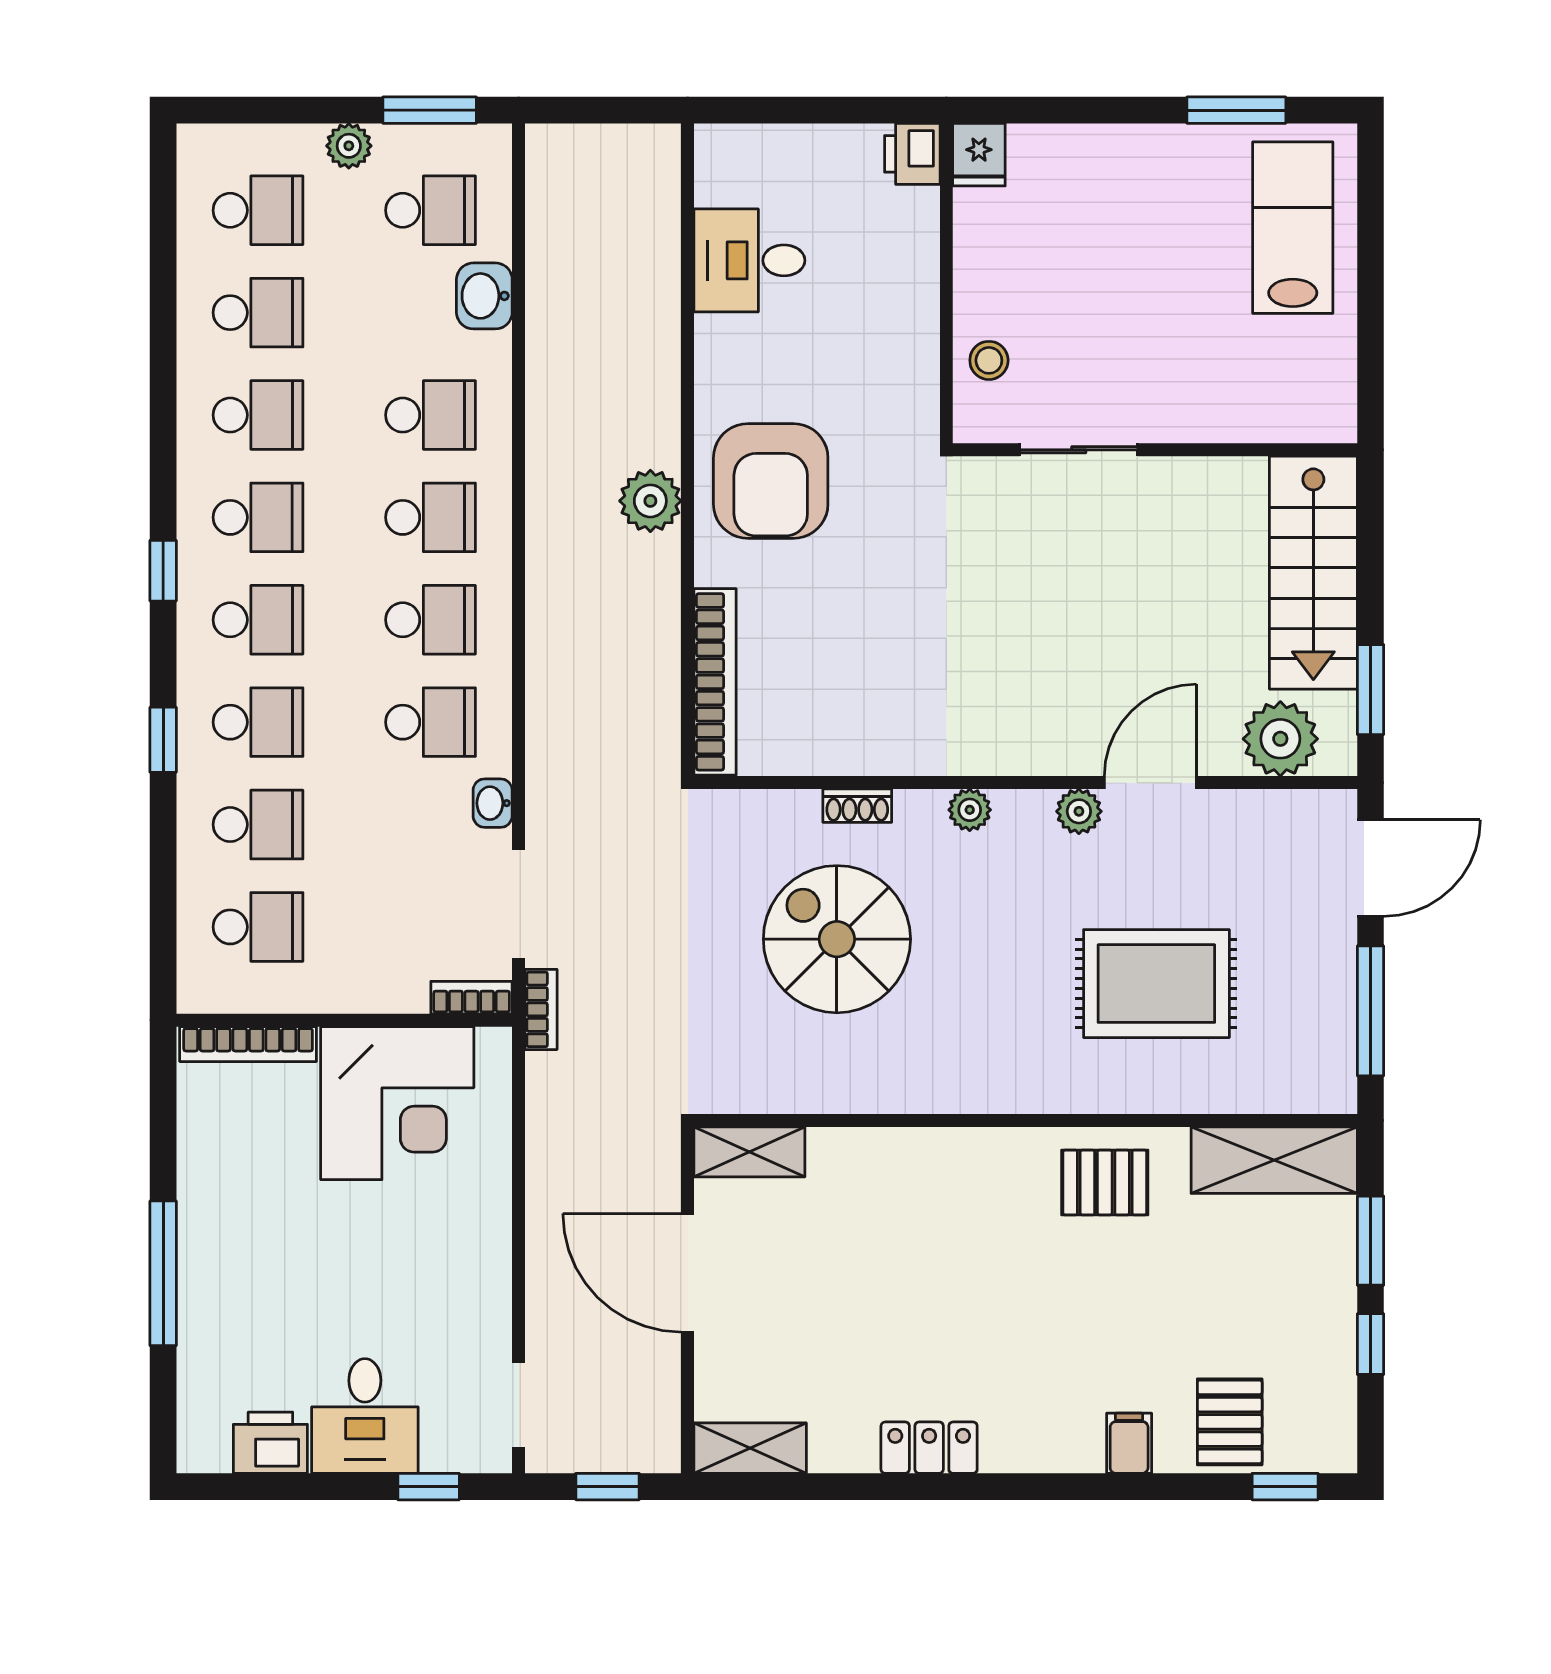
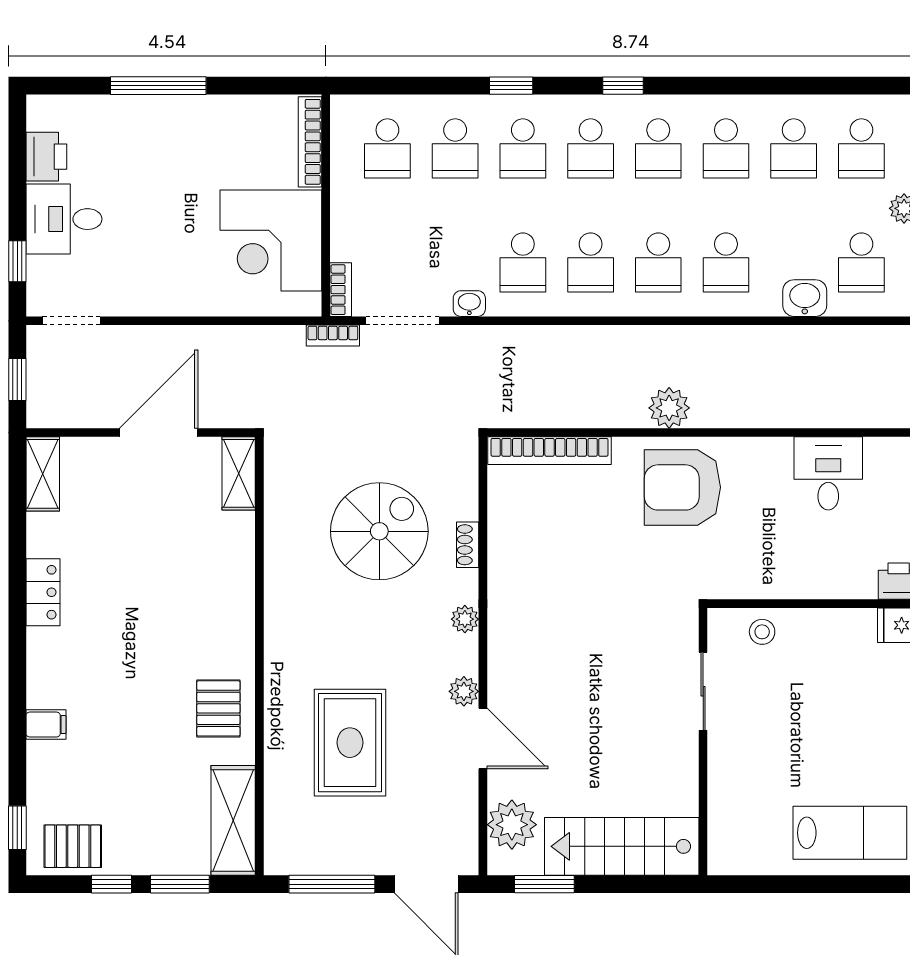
pallet: (1230, 1422) -> (73, 846), moved

